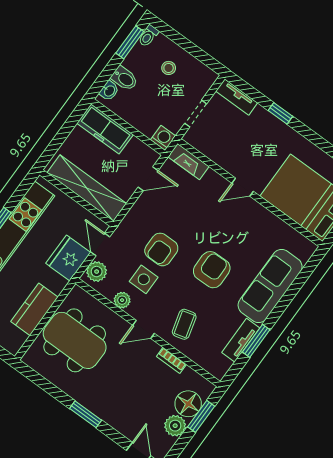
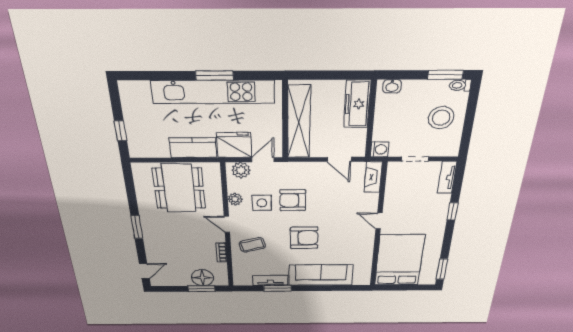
stool: (169, 68) -> (441, 118), width x1.89, depth x1.89
bidet: (124, 79) -> (410, 91), removed
kitchen counter: (35, 309) -> (193, 148), moved
plant: (175, 426) -> (182, 279), removed

